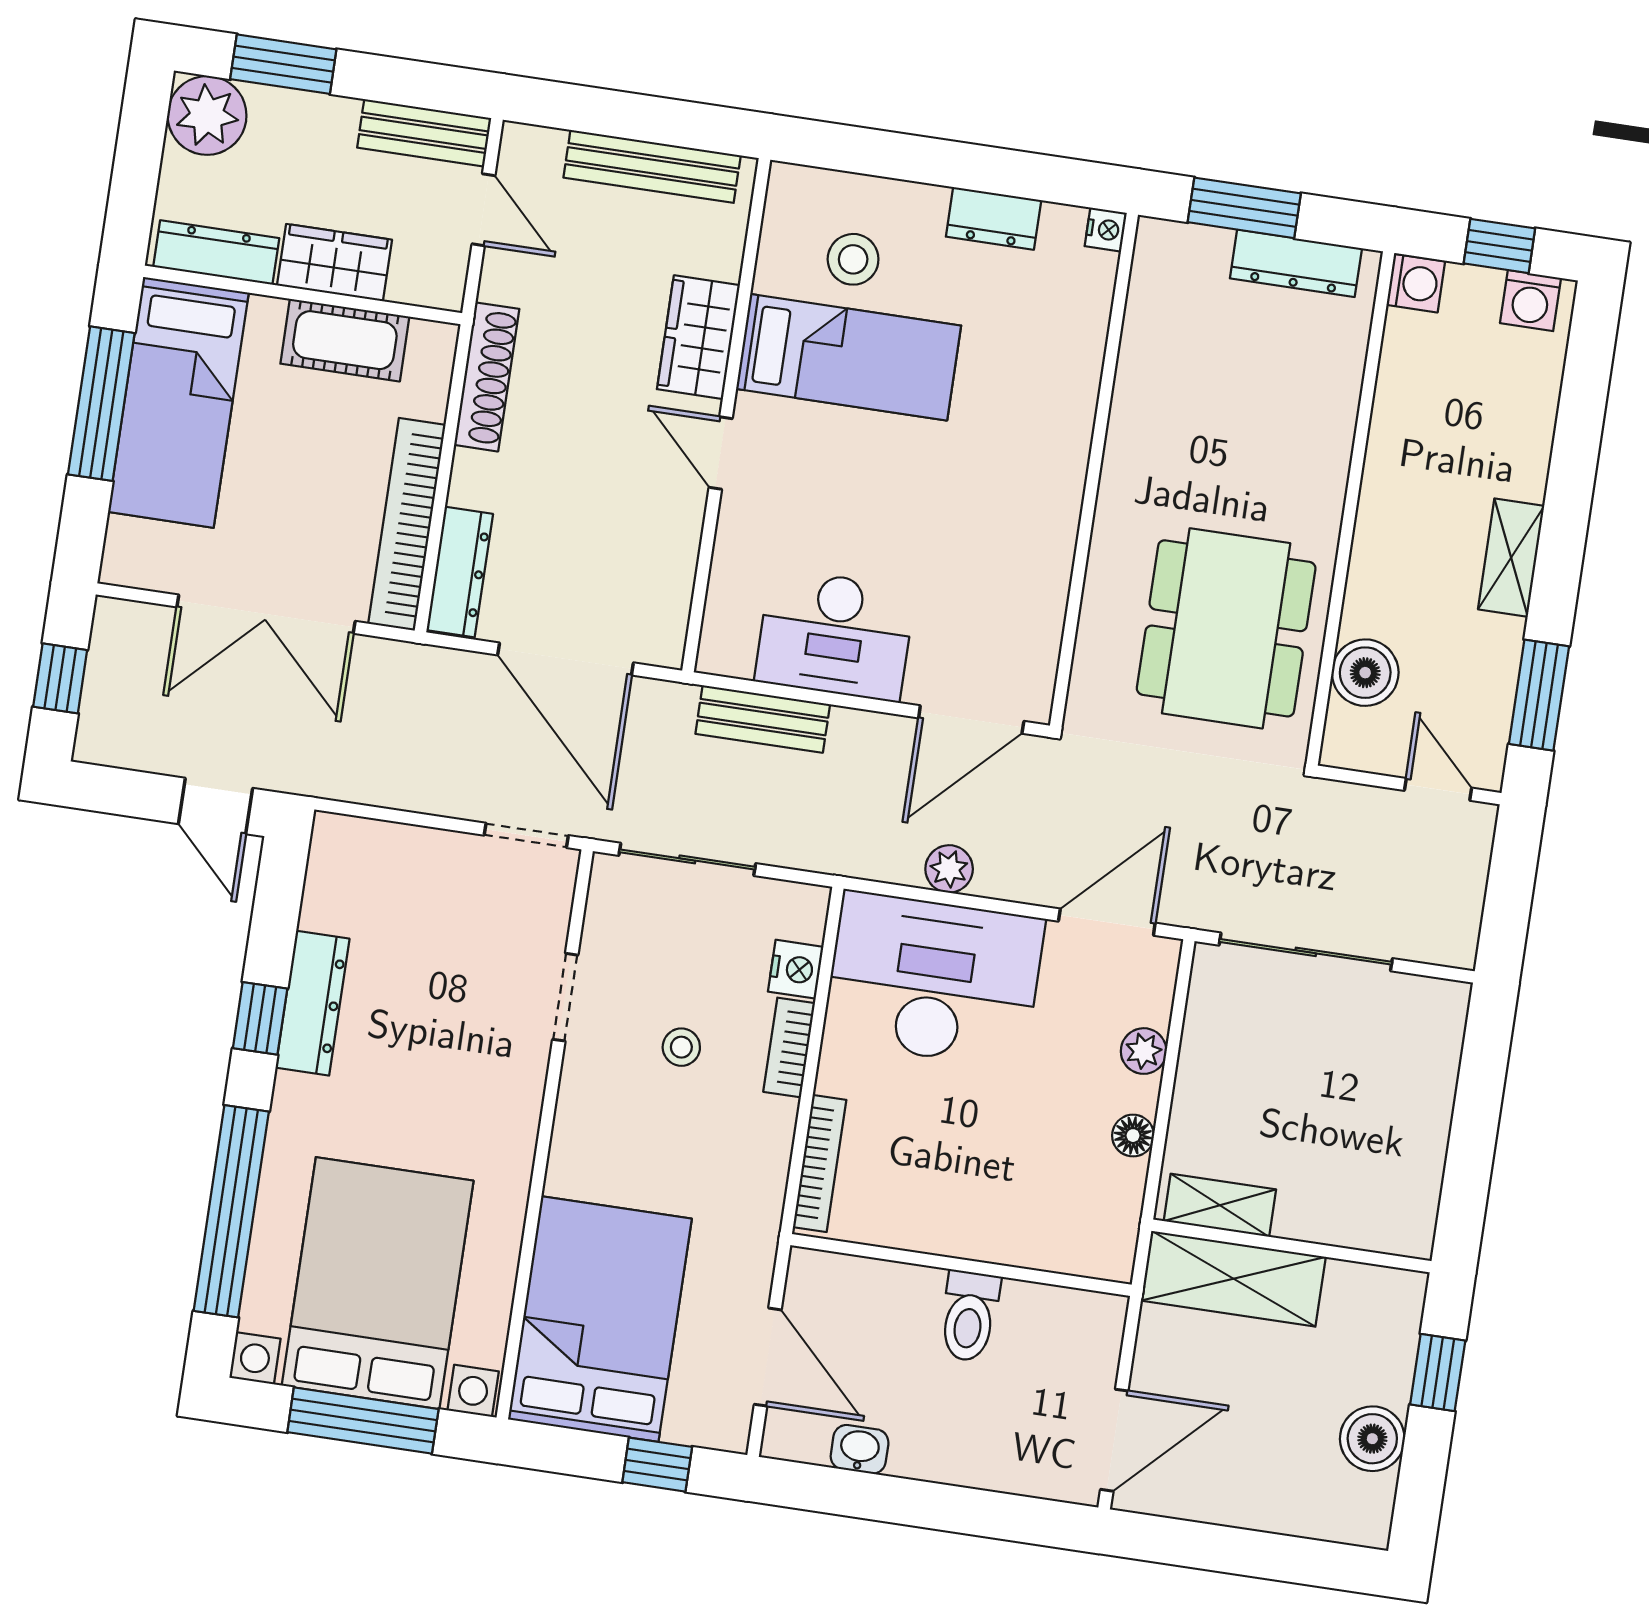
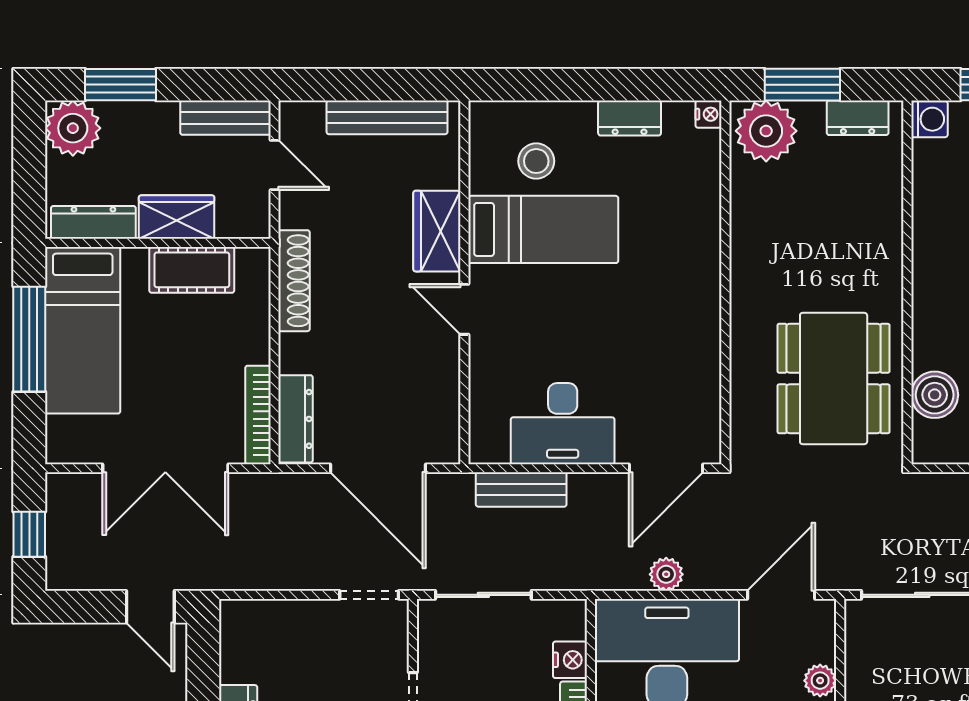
dresser: (1296, 263) -> (858, 118), width x0.70
plant: (1183, 265) -> (766, 131), added
bookcase: (407, 524) -> (258, 415), width x0.68, depth x0.76

